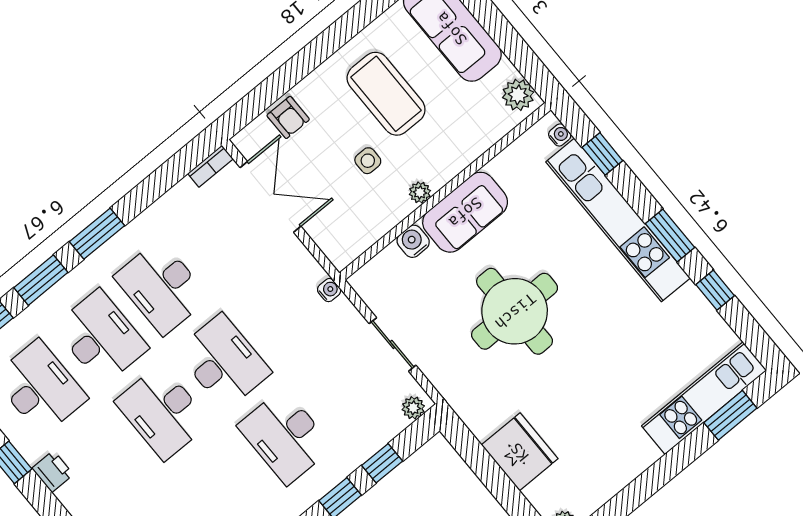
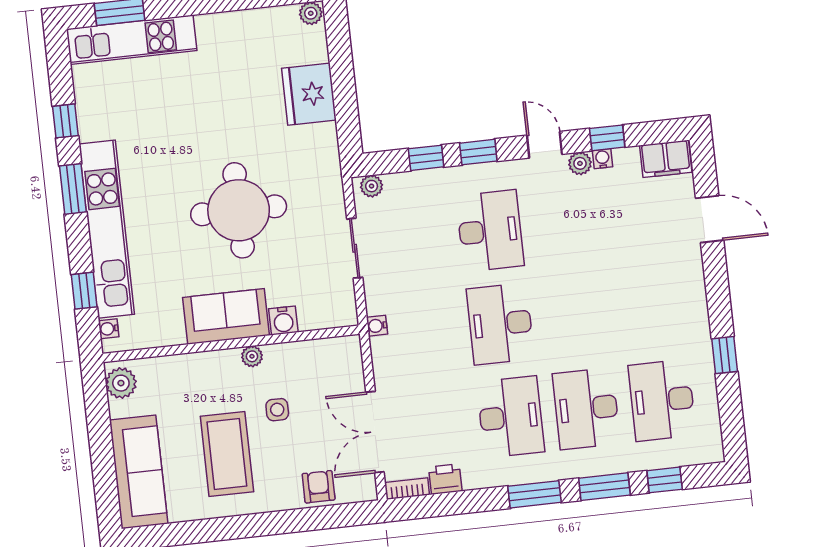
desk: (163, 412) -> (576, 315), removed
printer: (53, 471) -> (445, 479), moved, turned 90

